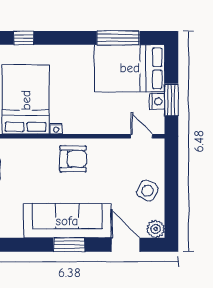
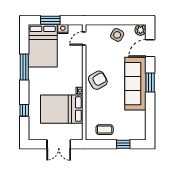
window: (118, 38) -> (24, 67), moved
window: (171, 100) -> (50, 20), moved
armchair: (73, 159) -> (98, 80), turned 60

